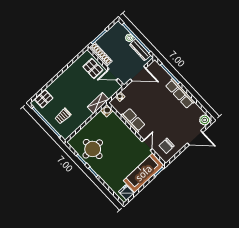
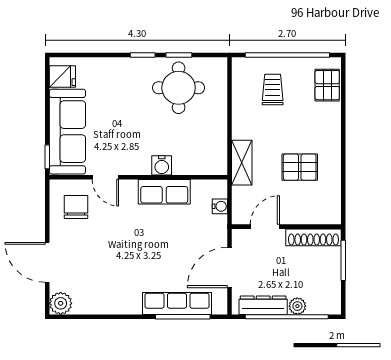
pallet: (93, 68) -> (300, 167), moved
row of seats: (180, 94) -> (177, 303), moved
water cooler: (107, 111) -> (162, 165), moved
door: (195, 138) -> (47, 262), hinge flipped

